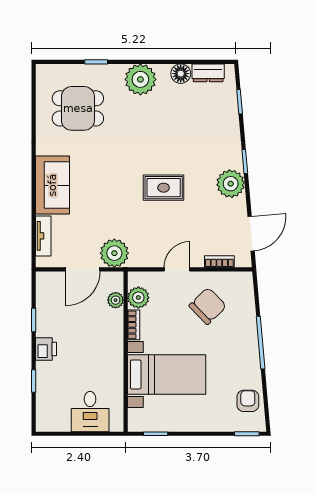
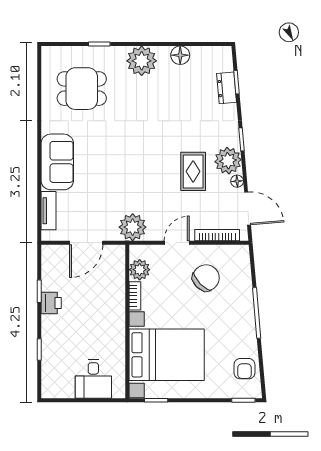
dresser: (208, 73) -> (227, 88), moved, turned 85
rug: (164, 188) -> (193, 171), moved, turned 90
floor lamp: (240, 205) -> (237, 181), added
door: (251, 234) -> (248, 209), hinge flipped
plant: (114, 253) -> (133, 227), moved
bookcase: (219, 261) -> (217, 235), width x1.56
plant: (116, 300) -> (118, 272), removed
printer: (46, 349) -> (51, 303), moved
bed with nightstands: (167, 374) -> (167, 355), width x1.36
armchair: (248, 401) -> (244, 369), turned 180

